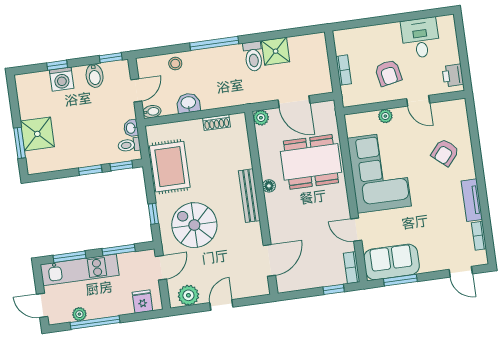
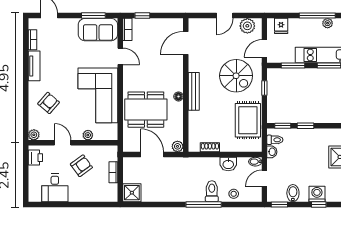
shower: (276, 51) -> (132, 193), moved
toilet: (253, 56) -> (212, 191), moved
armchair: (388, 73) -> (81, 166), turned 65
plant: (459, 106) -> (34, 135), added

